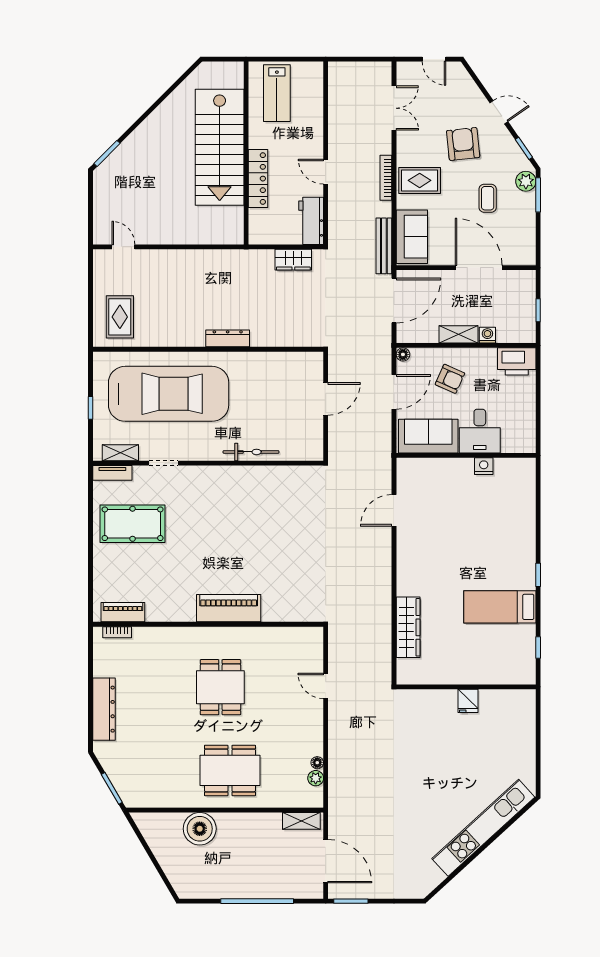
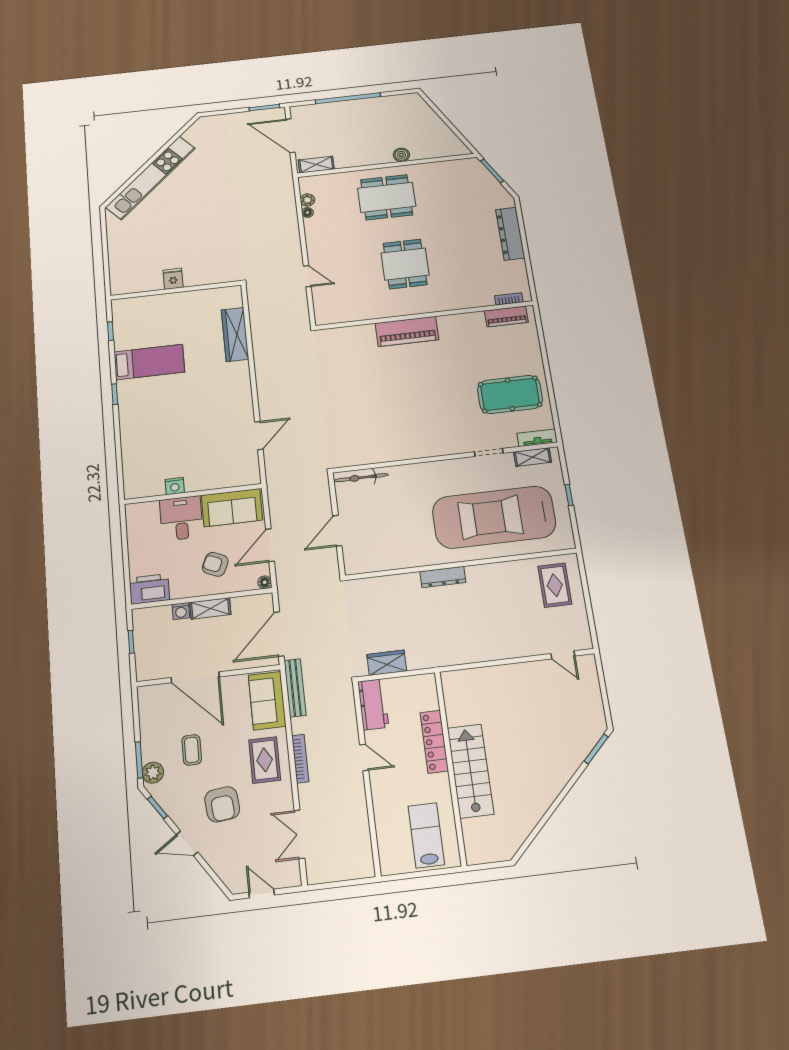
stairs: (220, 147) -> (471, 771), width x0.73, depth x0.66
rug: (420, 180) -> (265, 760), turned 90
bicycle: (251, 452) -> (361, 478), moved
boiler: (200, 829) -> (401, 155), width x0.54, depth x0.54

